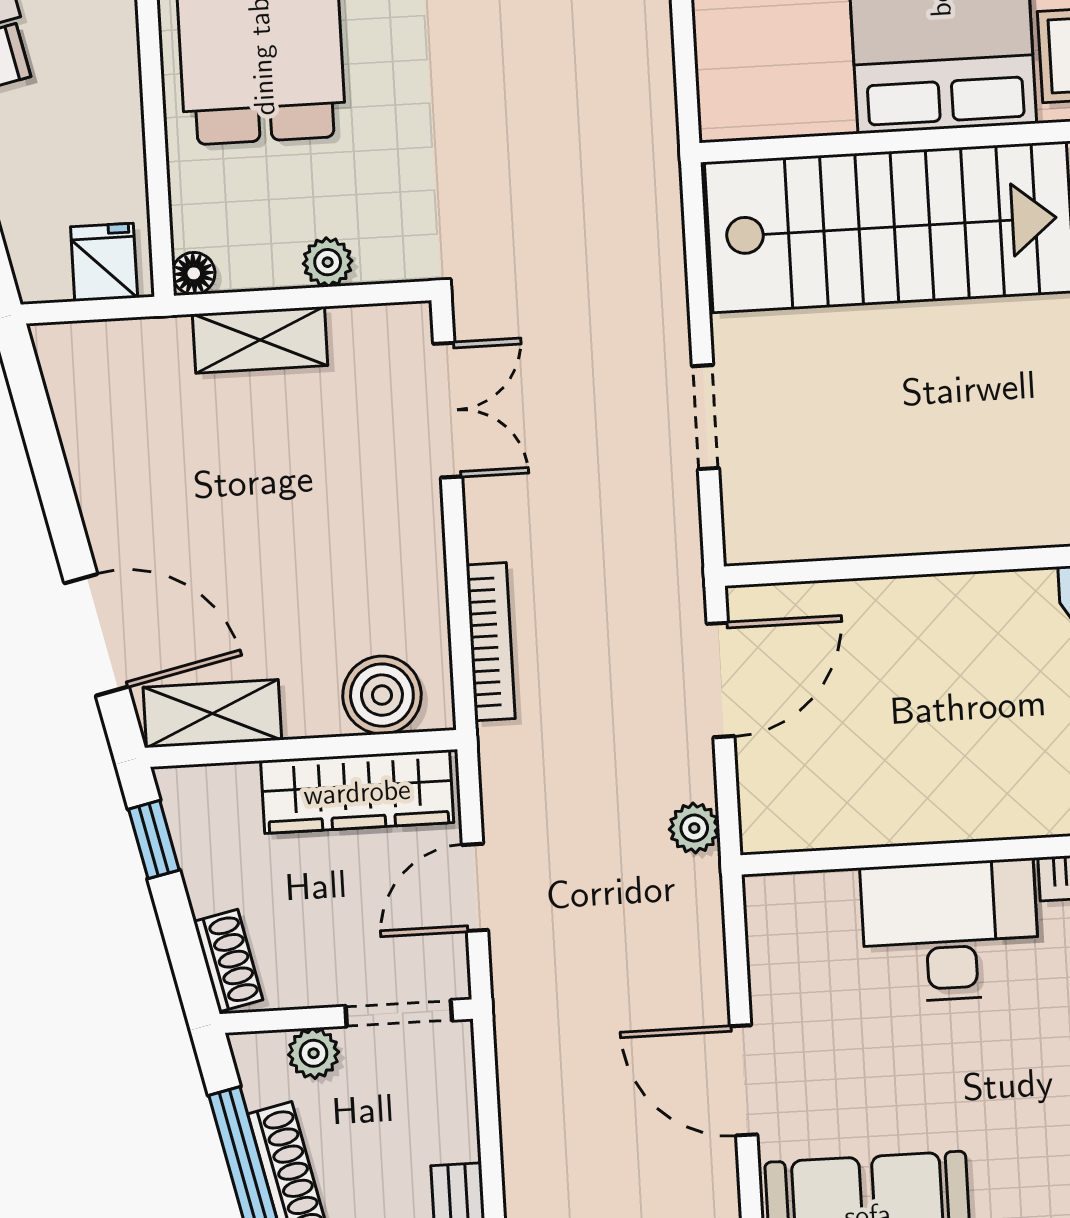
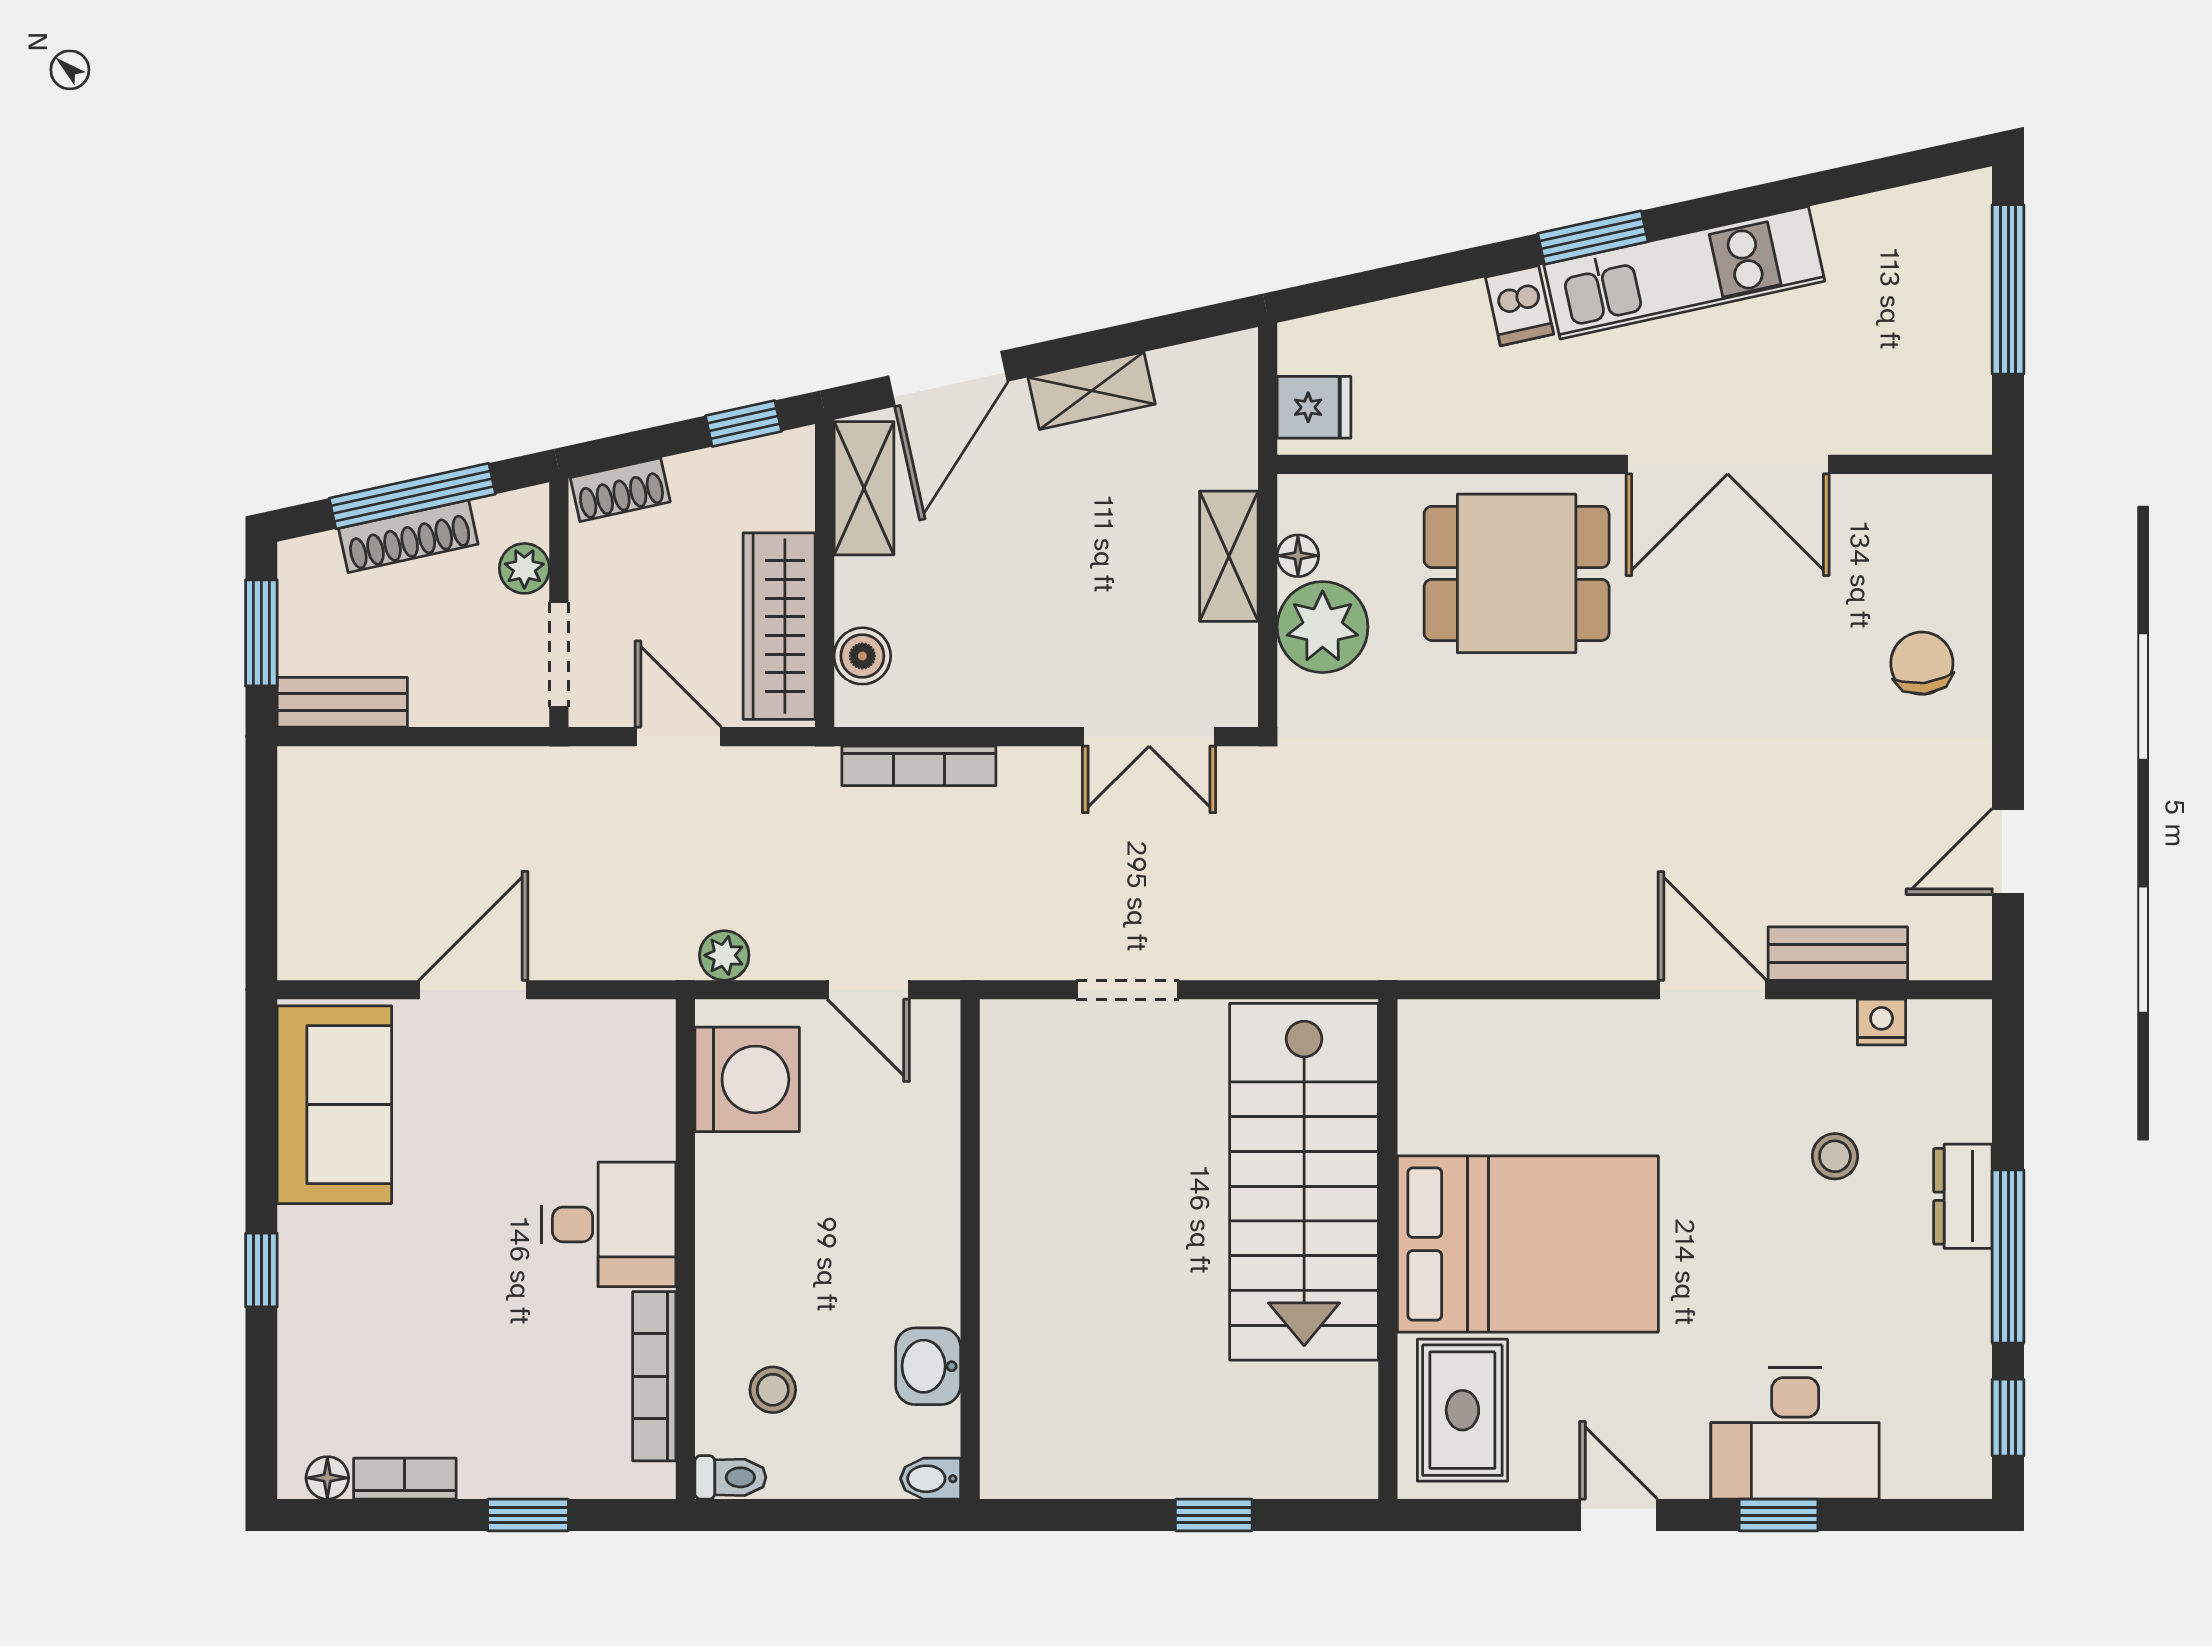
plant: (328, 262) -> (1323, 627), width x1.88, depth x1.88
floor lamp: (194, 273) -> (1298, 556), moved
shelving: (100, 489) -> (1092, 391), added
door: (721, 680) -> (868, 990), width x0.73
boiler: (382, 695) -> (862, 656), width x0.73, depth x0.73
washing machine: (819, 798) -> (747, 1079), added
desk: (950, 931) -> (609, 1224), width x0.73

